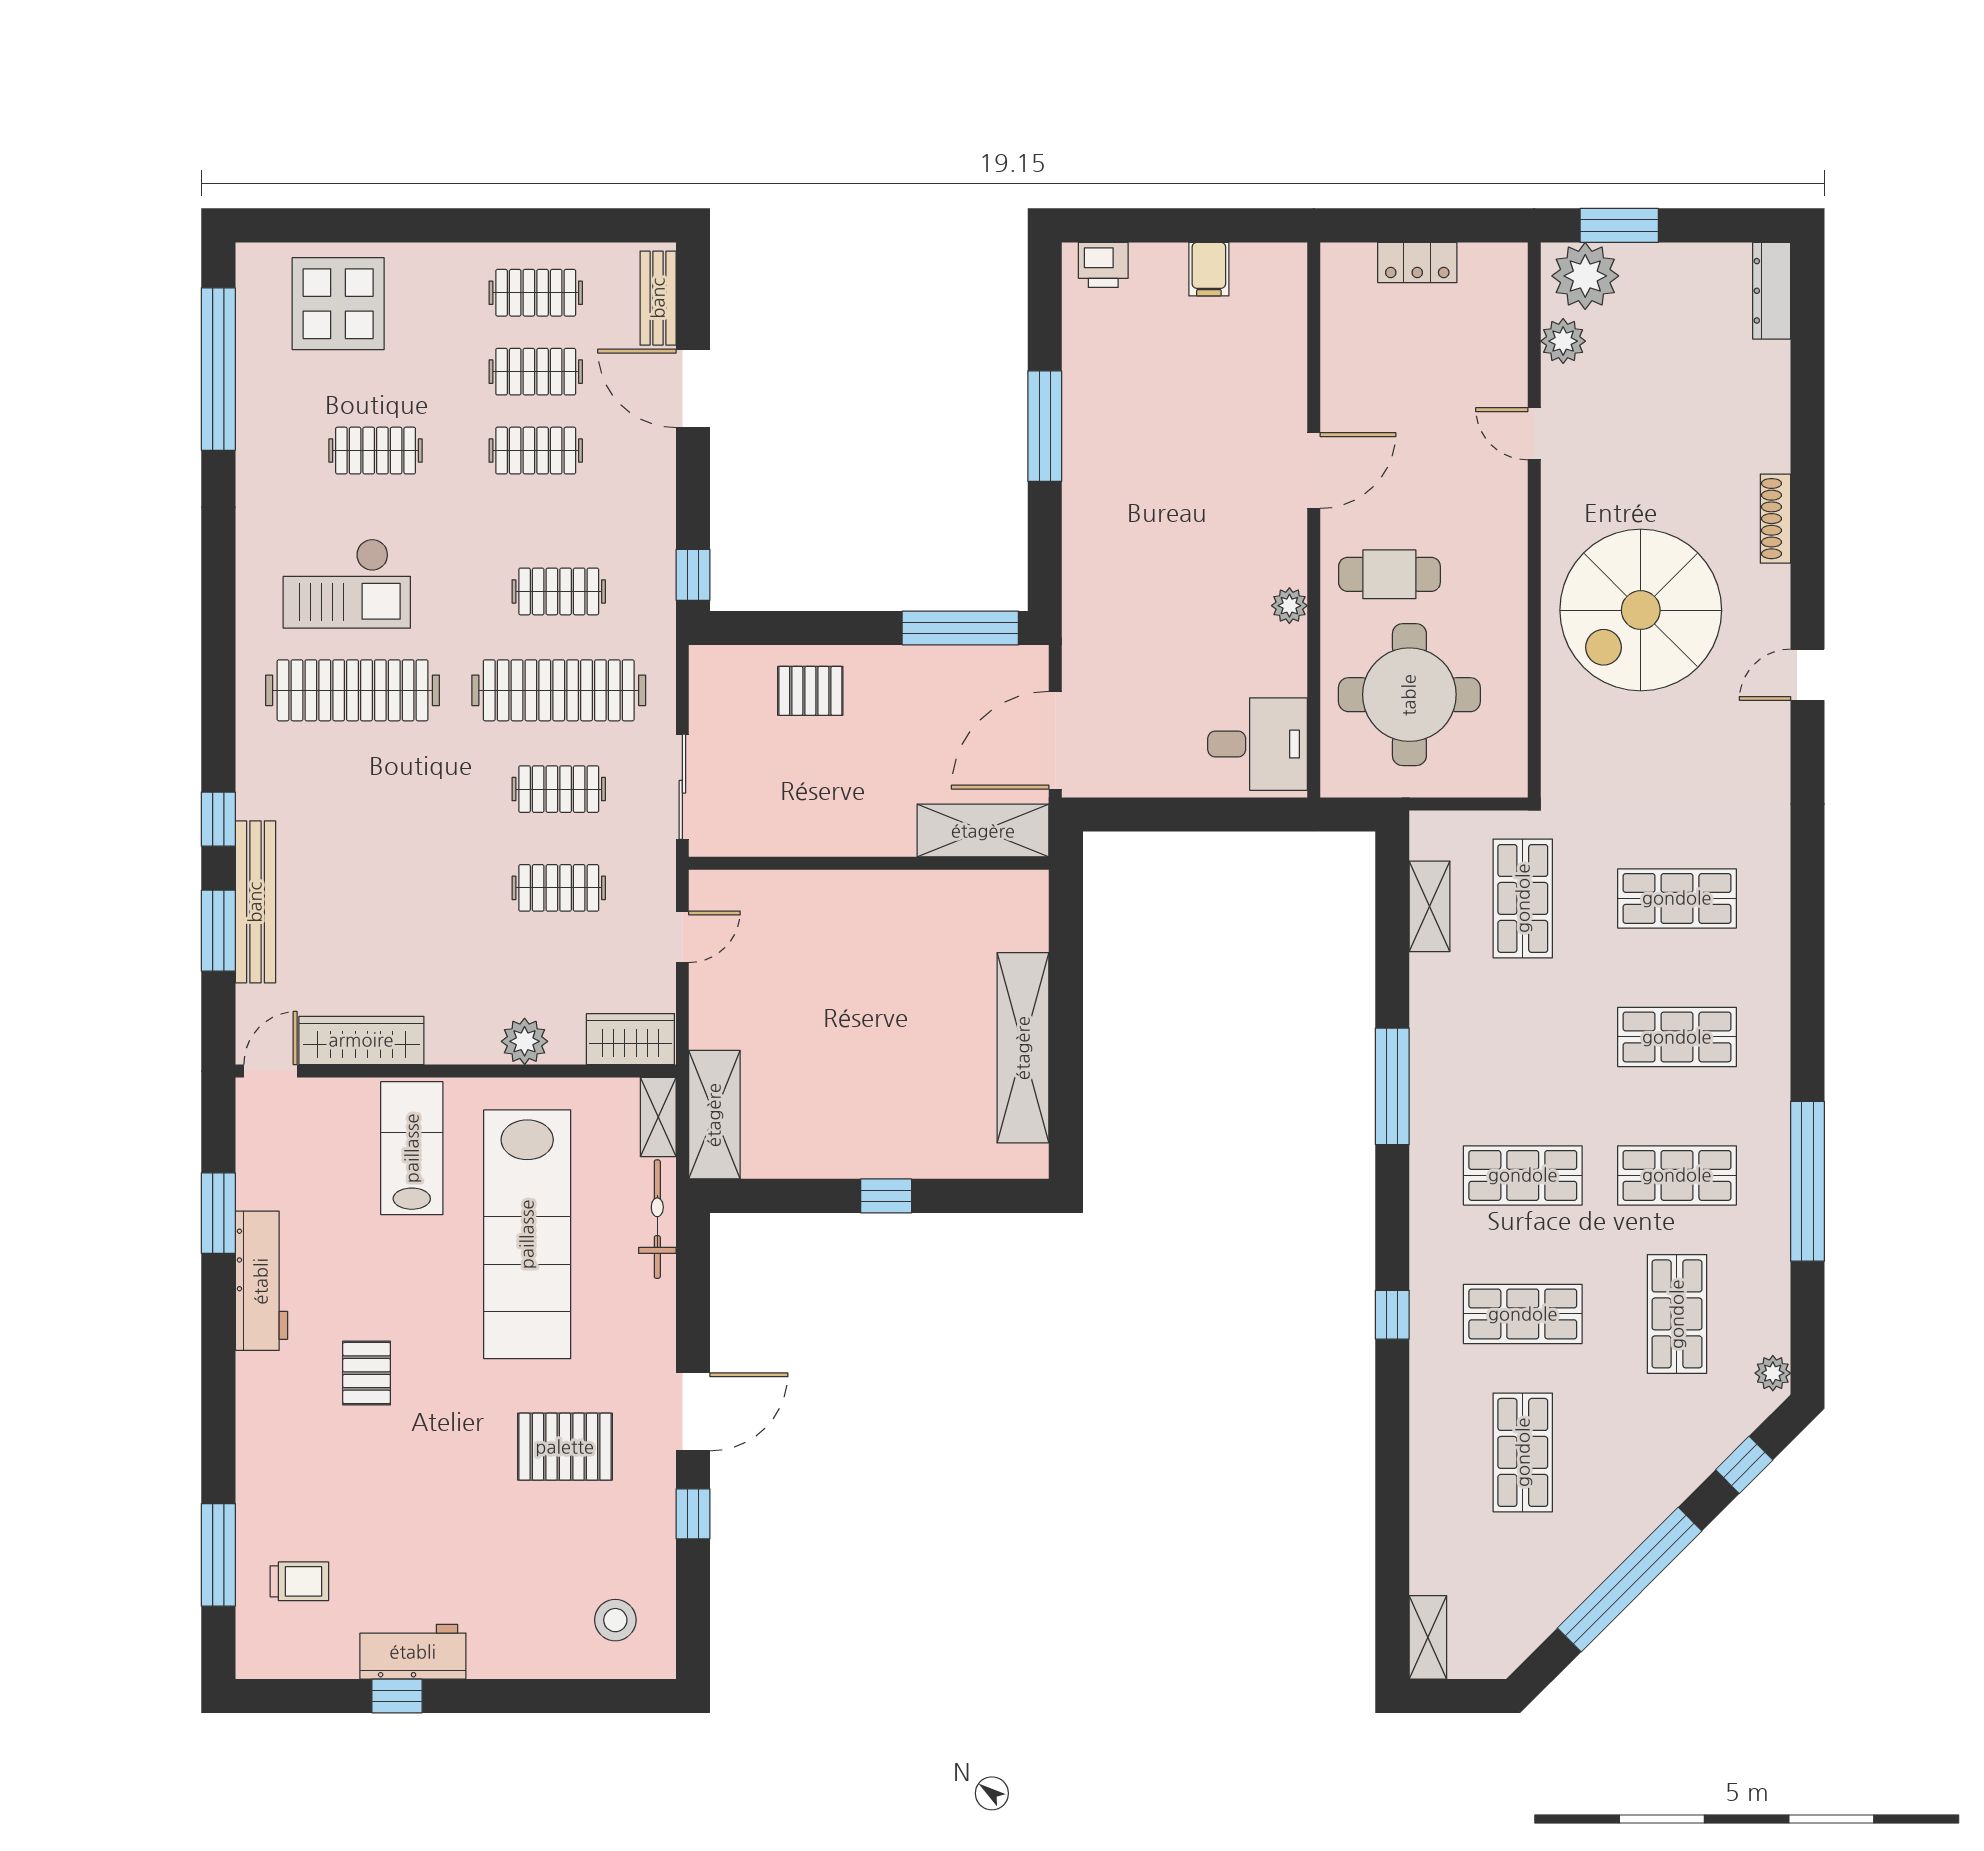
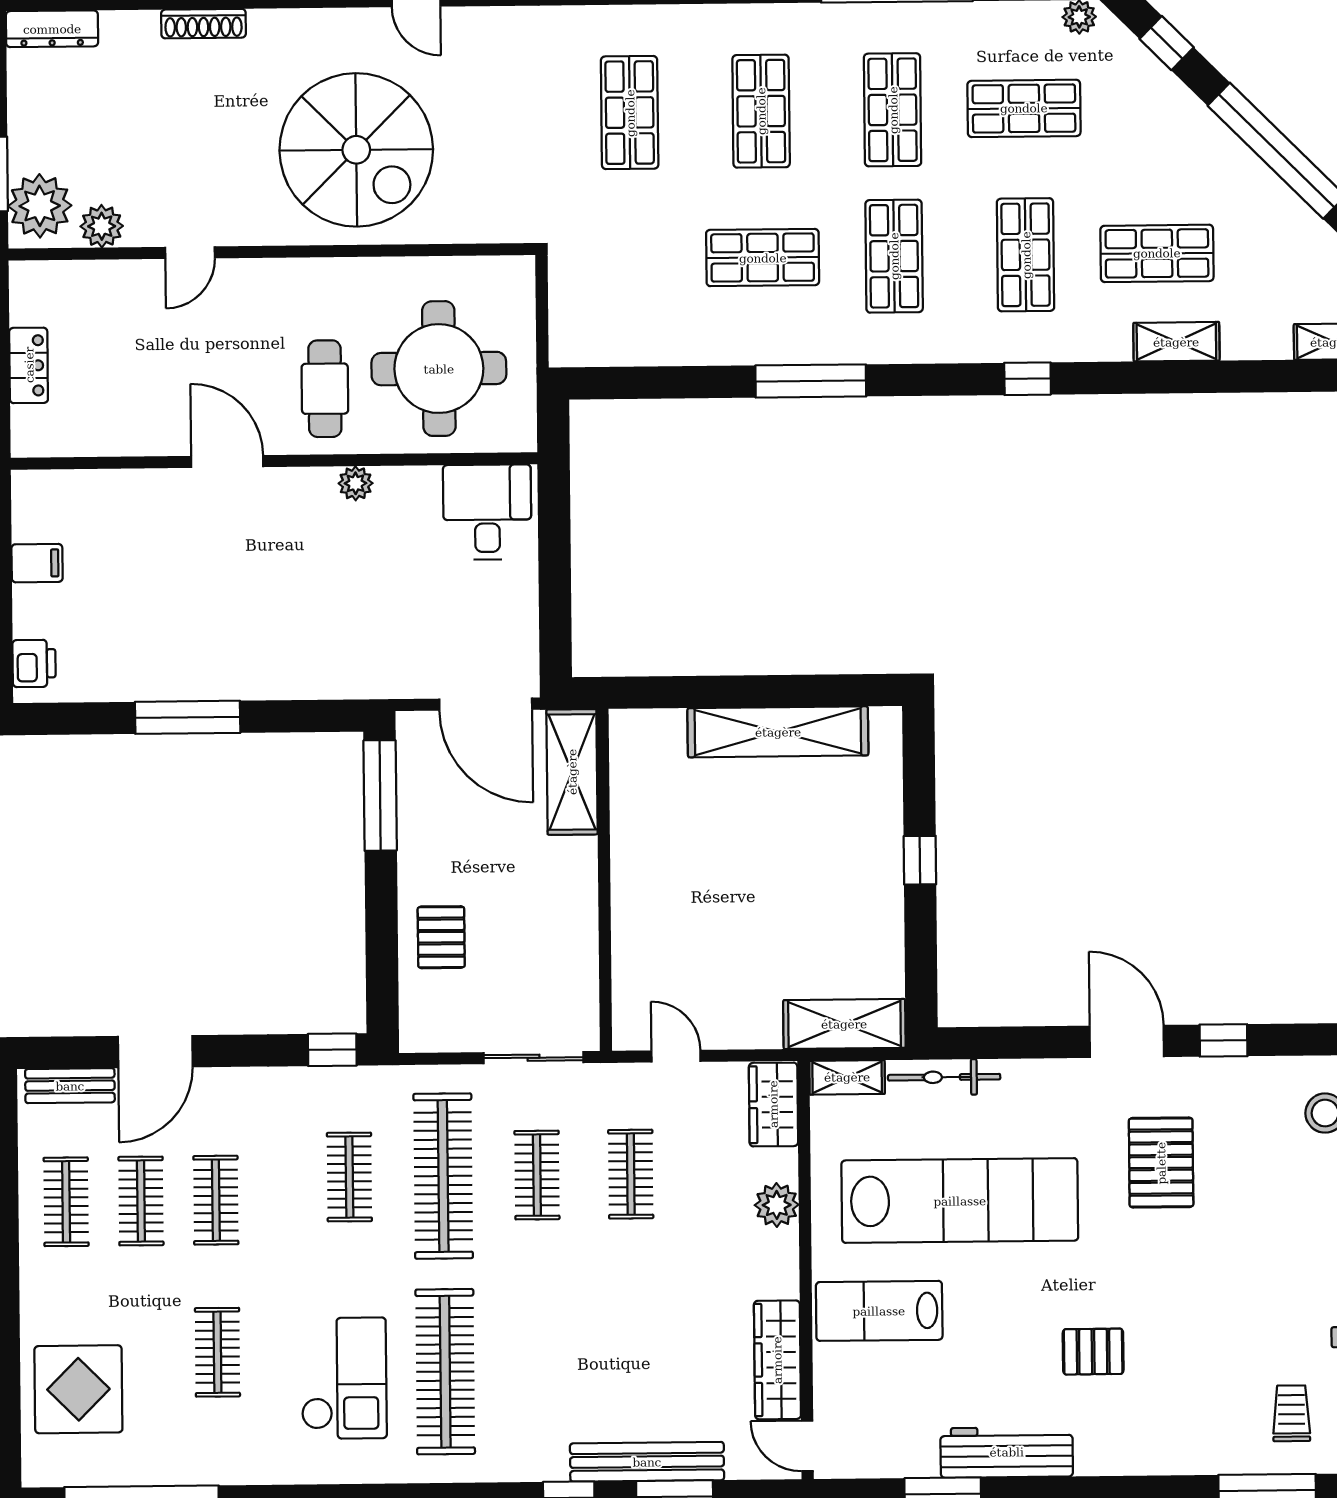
shoe rack: (1775, 519) -> (203, 24), moved
shop shelf: (1523, 898) -> (763, 258), moved
shelving: (1430, 906) -> (1176, 342), moved

